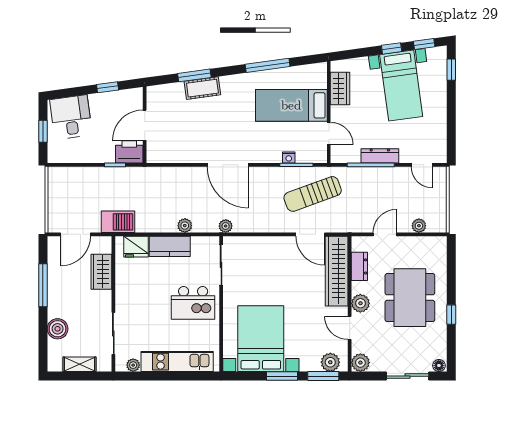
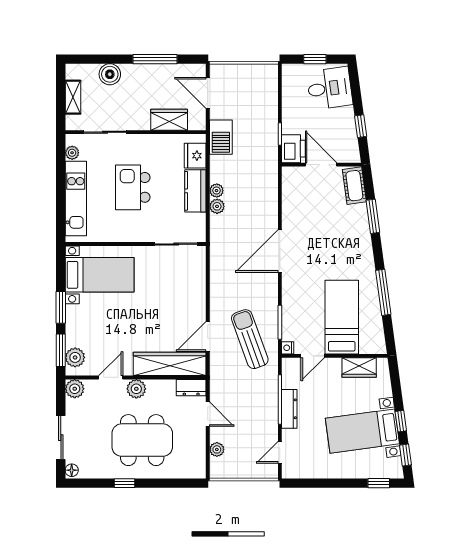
cot: (202, 88) -> (354, 186), moved
nightstand: (289, 157) -> (288, 348), moved
plant: (226, 226) -> (217, 191), moved
dresser: (359, 266) -> (191, 388), moved
kitchen island: (193, 303) -> (133, 187), moved
bed with nightstands: (261, 339) -> (100, 275), width x0.73

